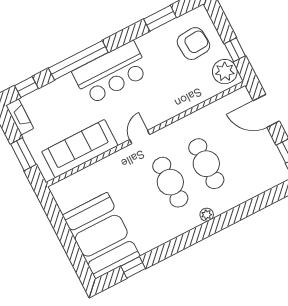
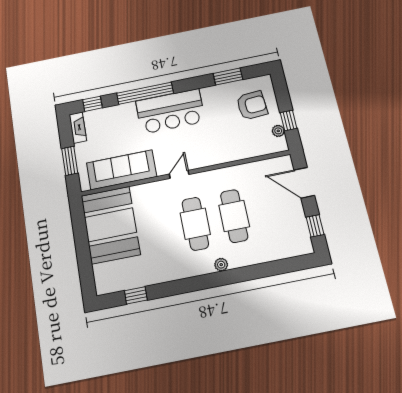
plant: (225, 72) -> (278, 131), width x0.53, depth x0.53
booth: (101, 236) -> (110, 225), moved

